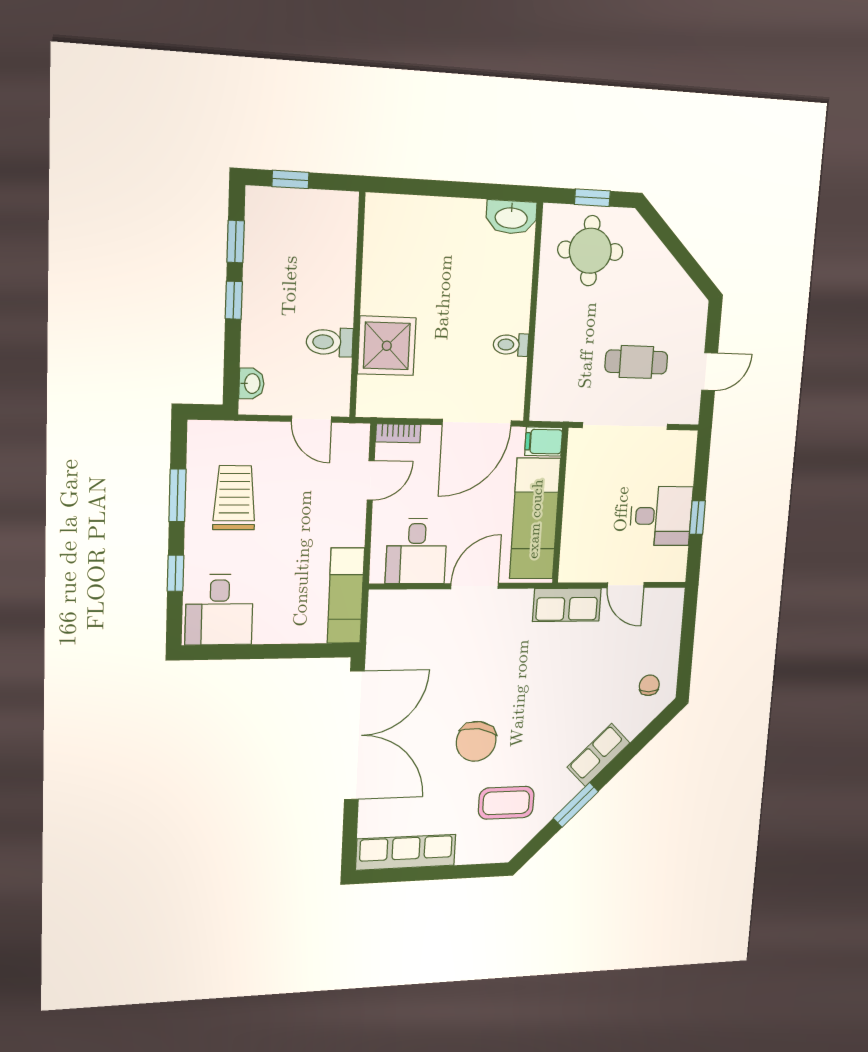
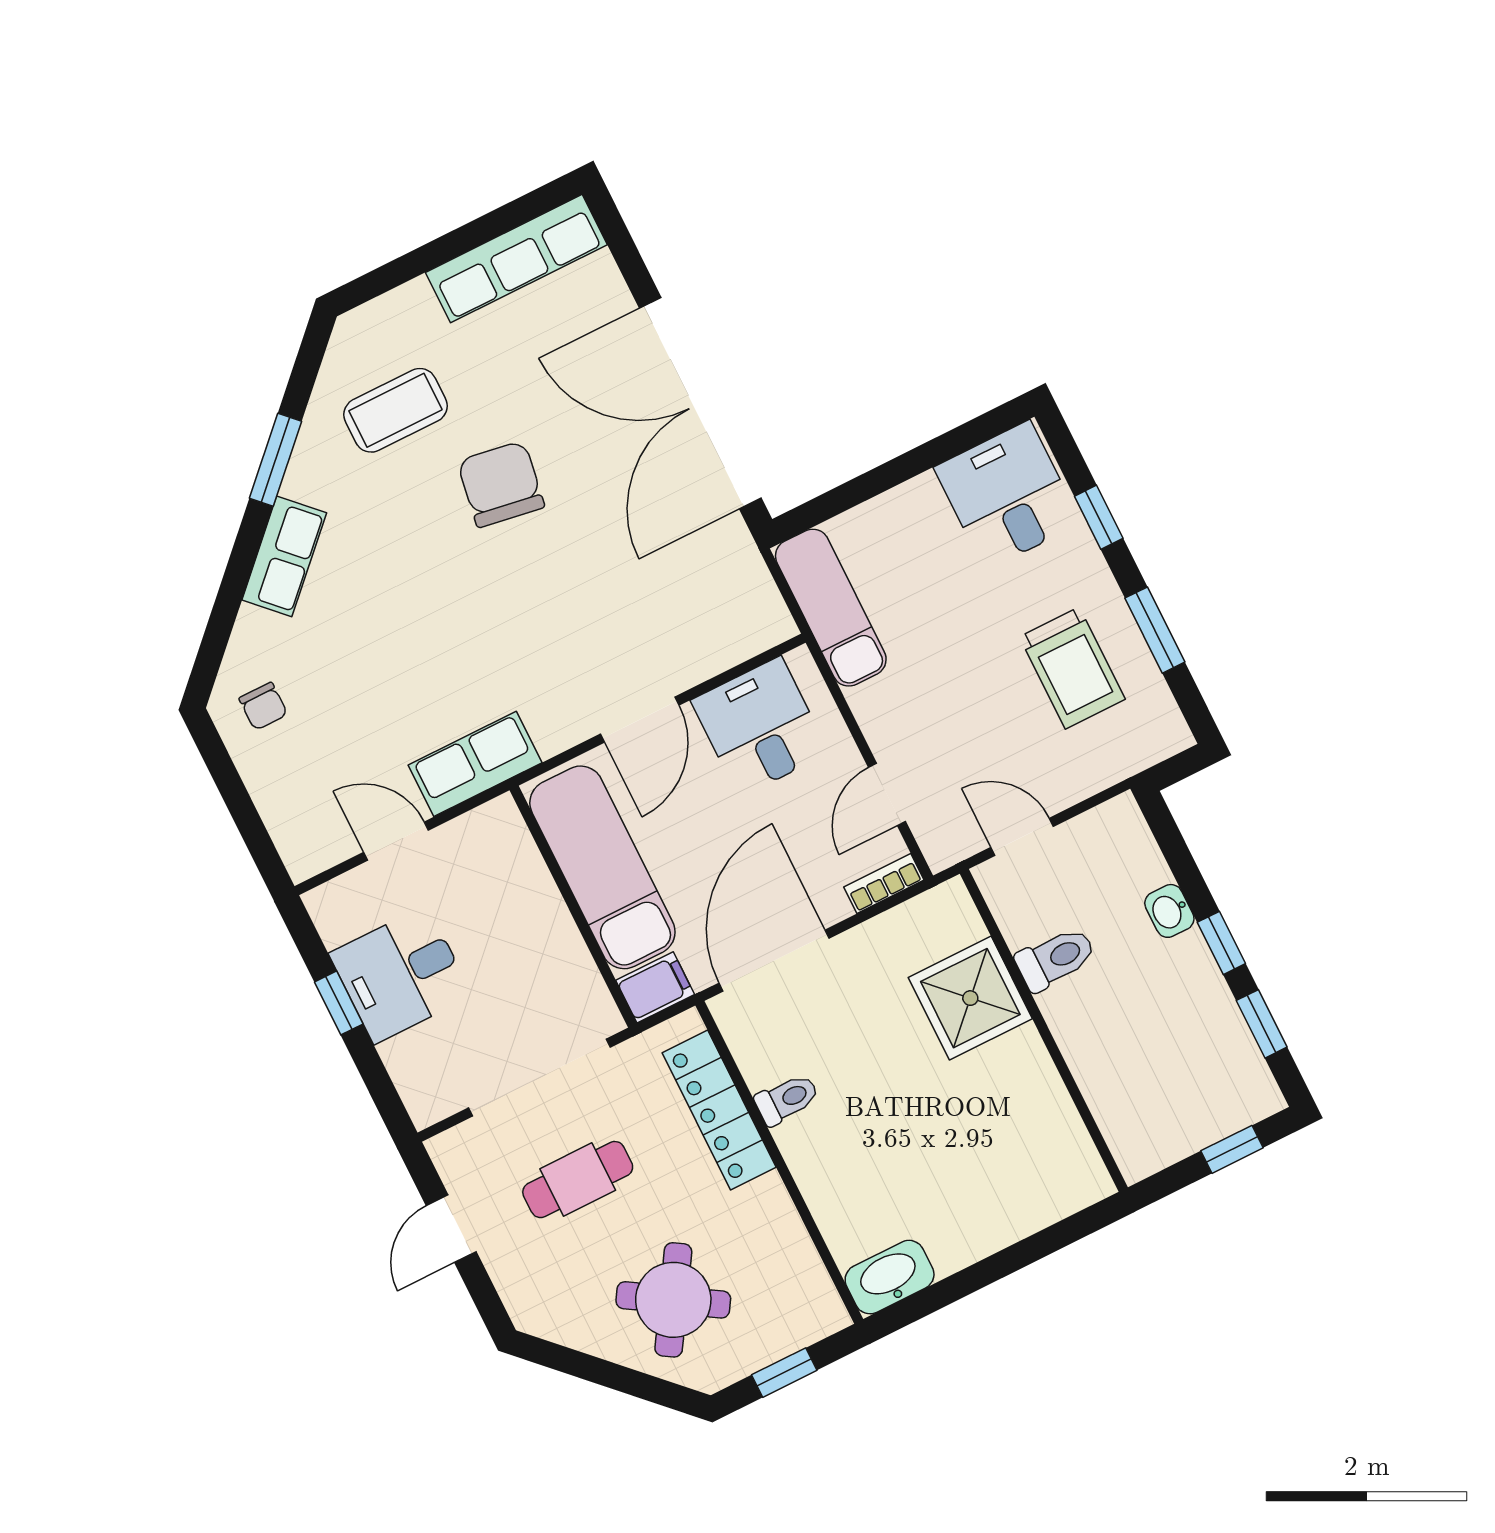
round table: (590, 251) -> (673, 1300), moved, turned 32
locker: (548, 359) -> (719, 1110), added
washbasin: (252, 384) -> (1169, 911), moved

